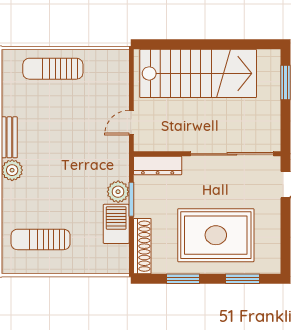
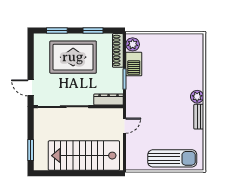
sun lounger: (53, 69) -> (172, 158), width x1.36, depth x1.34
plant: (118, 192) -> (133, 44), moved
sun lounger: (41, 239) -> (180, 55), removed

